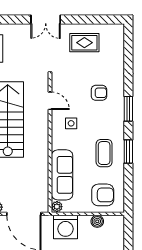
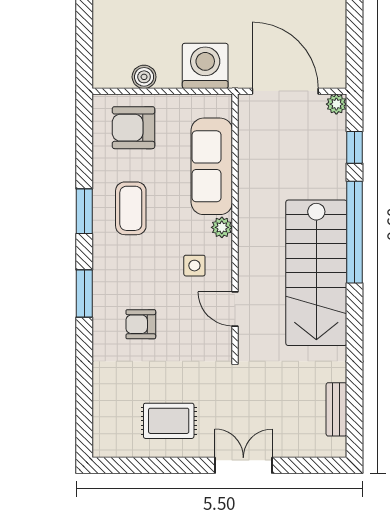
plant: (57, 207) -> (222, 227), moved

